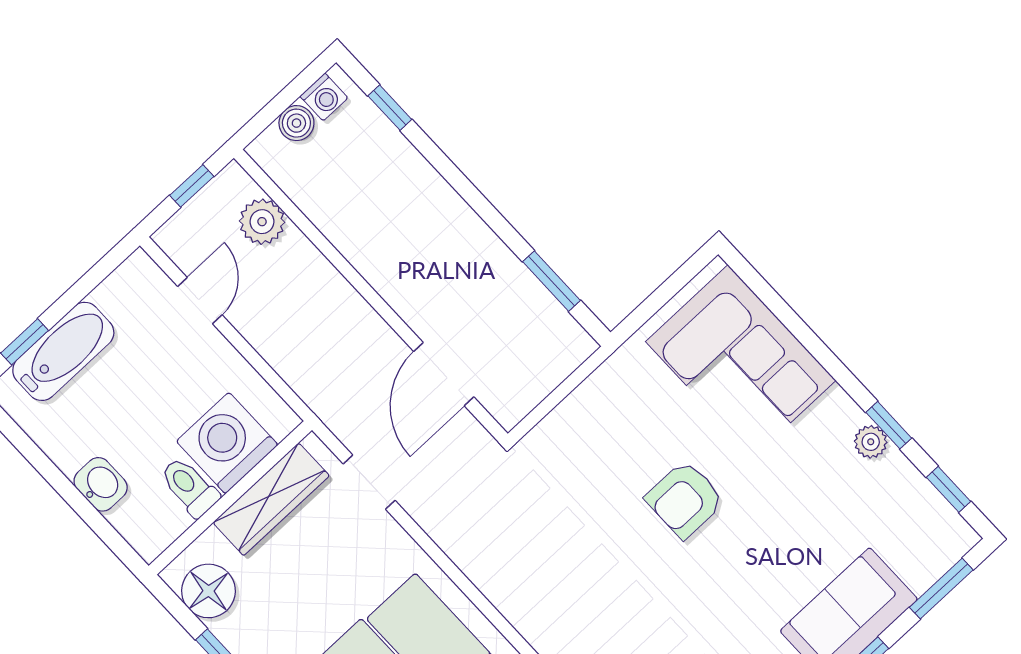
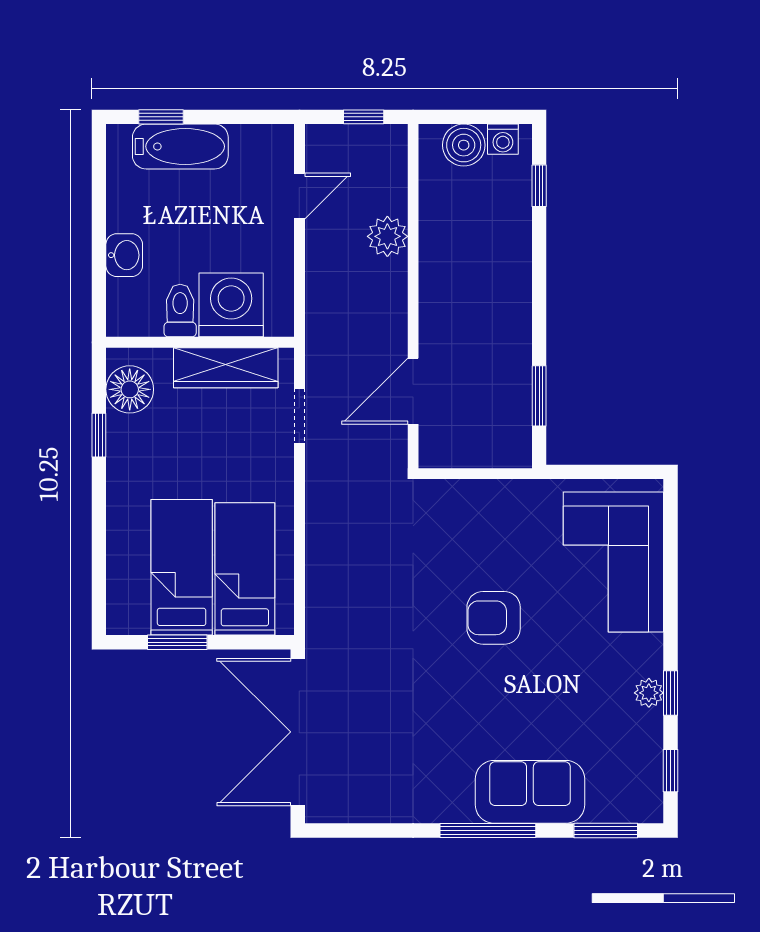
boiler: (296, 123) -> (464, 145), width x1.36, depth x1.36
plant: (262, 222) -> (387, 236), moved

